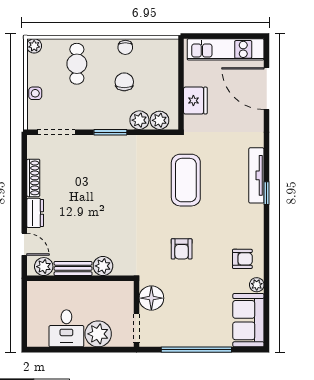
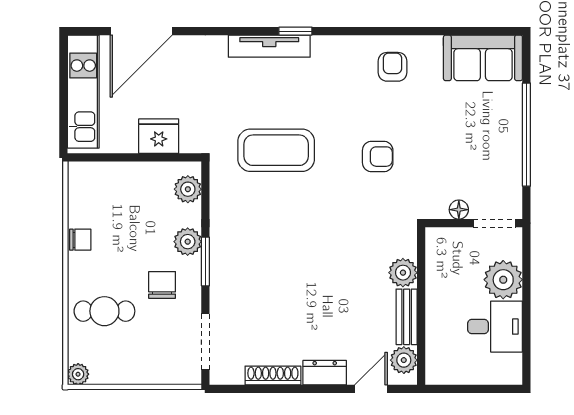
chair: (124, 82) -> (162, 285), moved, turned 90
side table: (35, 93) -> (148, 373), removed
plant: (139, 120) -> (188, 242), moved
plant: (257, 285) -> (431, 46), removed
floor lamp: (151, 298) -> (459, 210), width x0.53, depth x0.53

